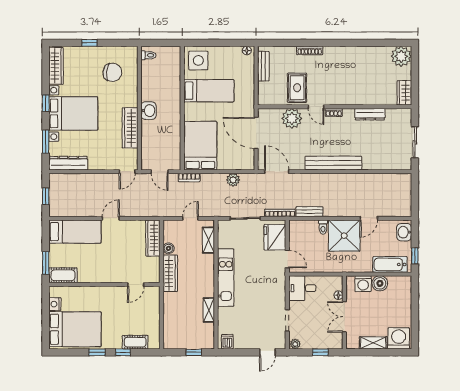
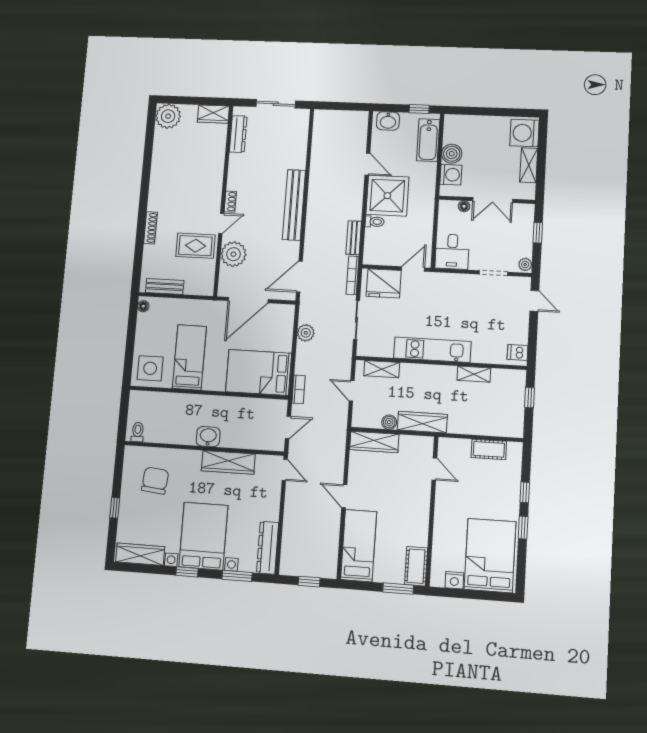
dresser: (370, 114) -> (238, 134), moved
cot: (135, 342) -> (489, 449), moved, turned 90

